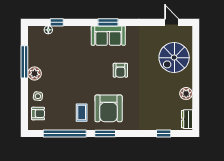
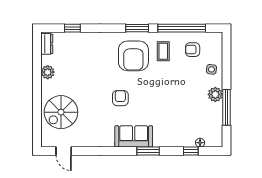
window: (108, 22) -> (148, 151), moved
spiral stairs: (174, 58) -> (61, 112), turned 180
armchair: (109, 108) -> (133, 56), turned 180
armchair: (38, 114) -> (193, 50), moved

